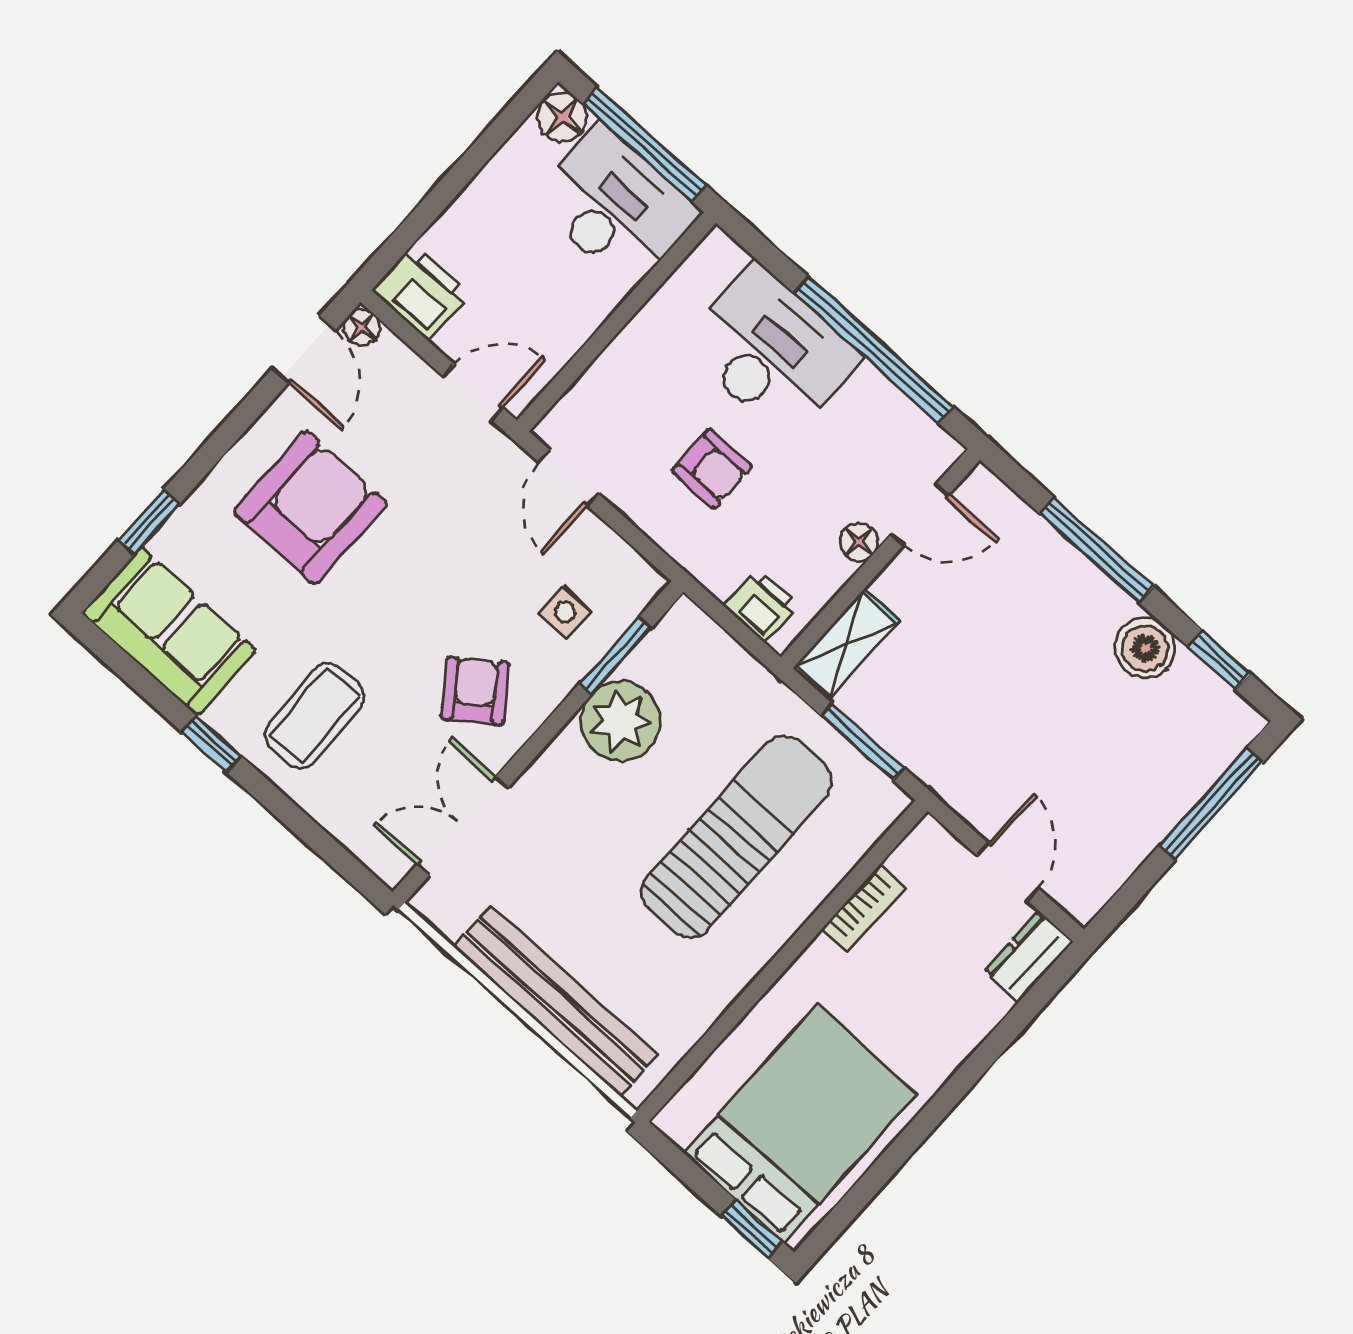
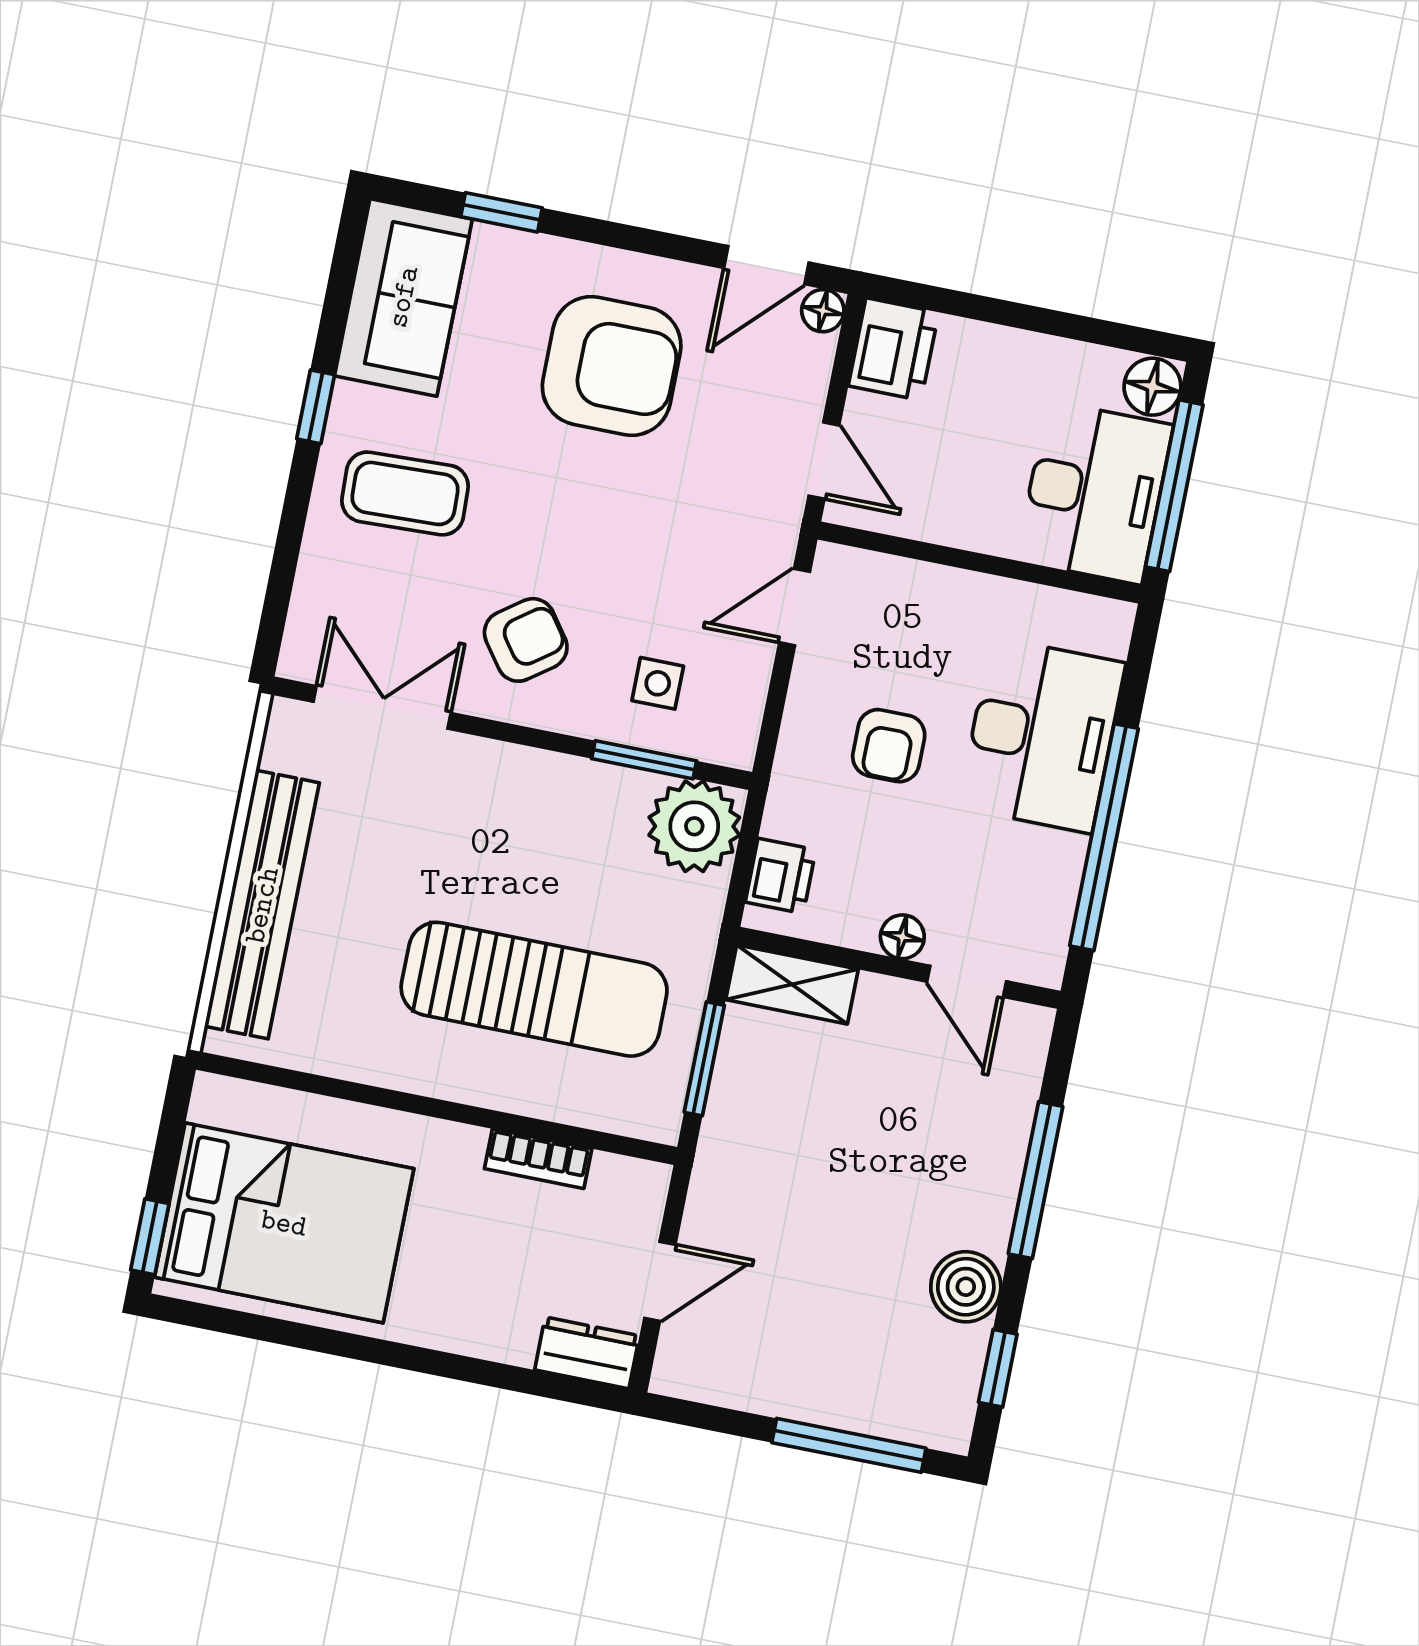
plant: (621, 721) -> (694, 826), moved

